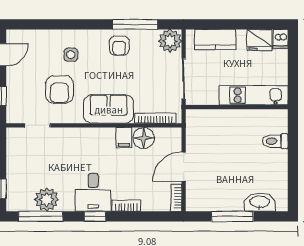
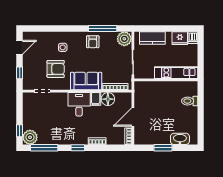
armchair: (59, 89) -> (56, 69), turned -90
desk: (93, 192) -> (79, 104), moved, turned 180
plant: (47, 200) -> (30, 137), moved
window: (232, 216) -> (163, 148), width x0.69

